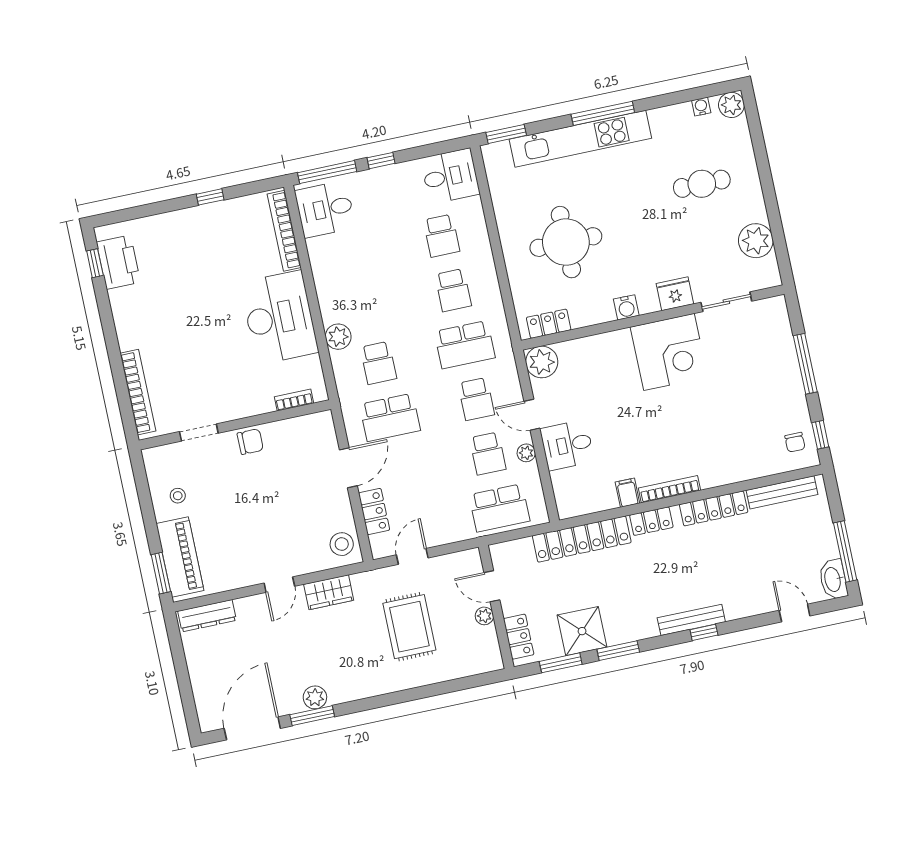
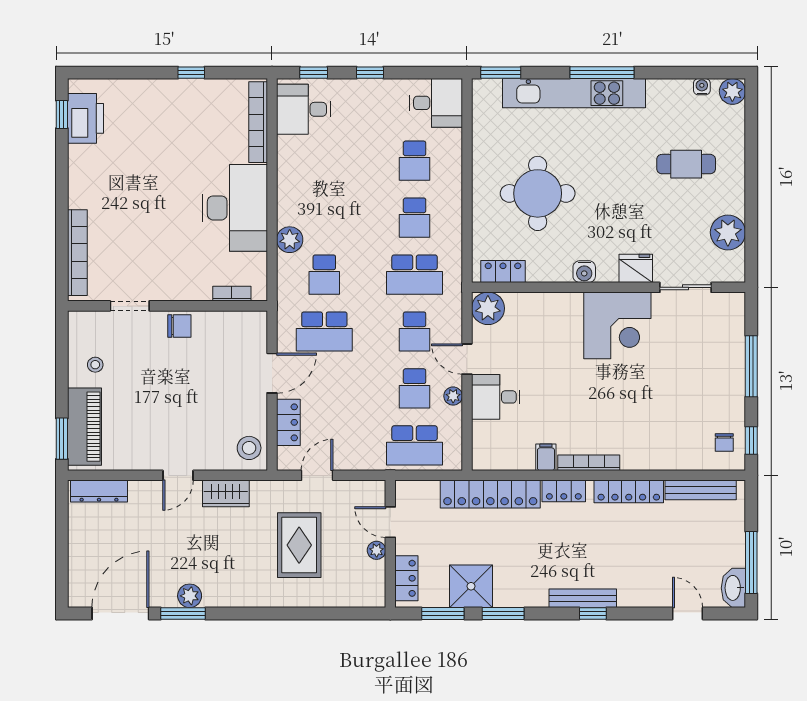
window: (327, 172) -> (314, 73), width x0.46

